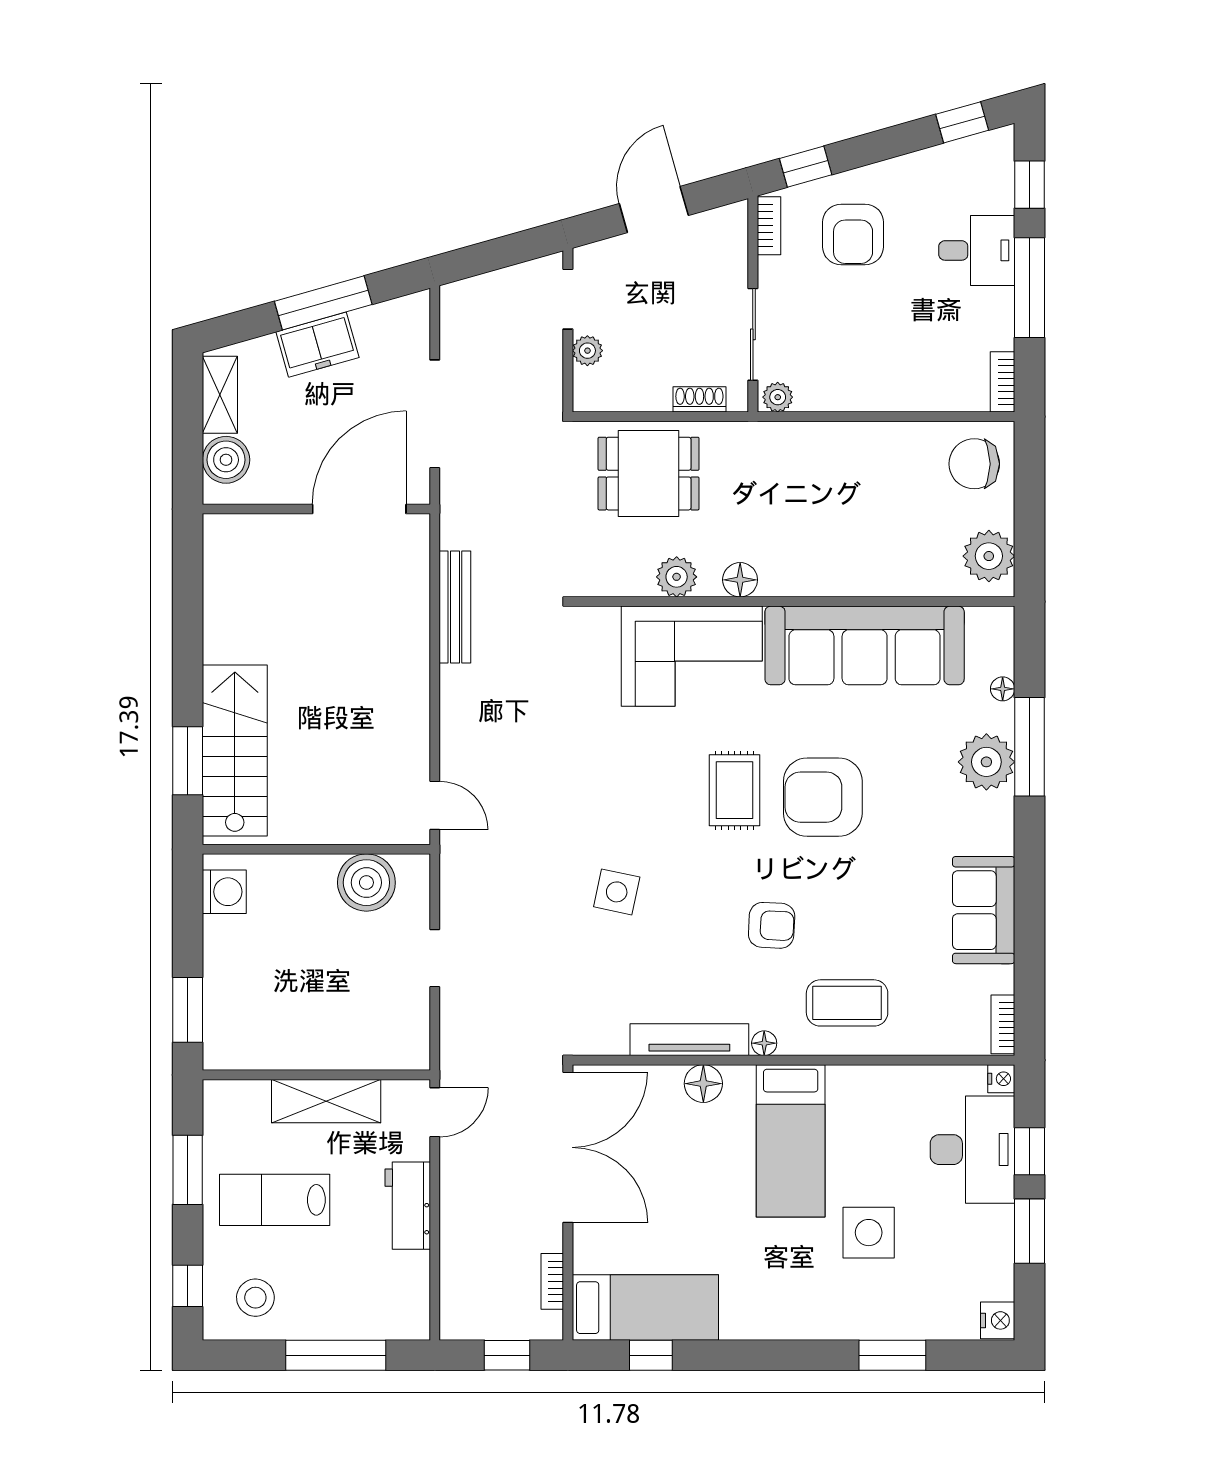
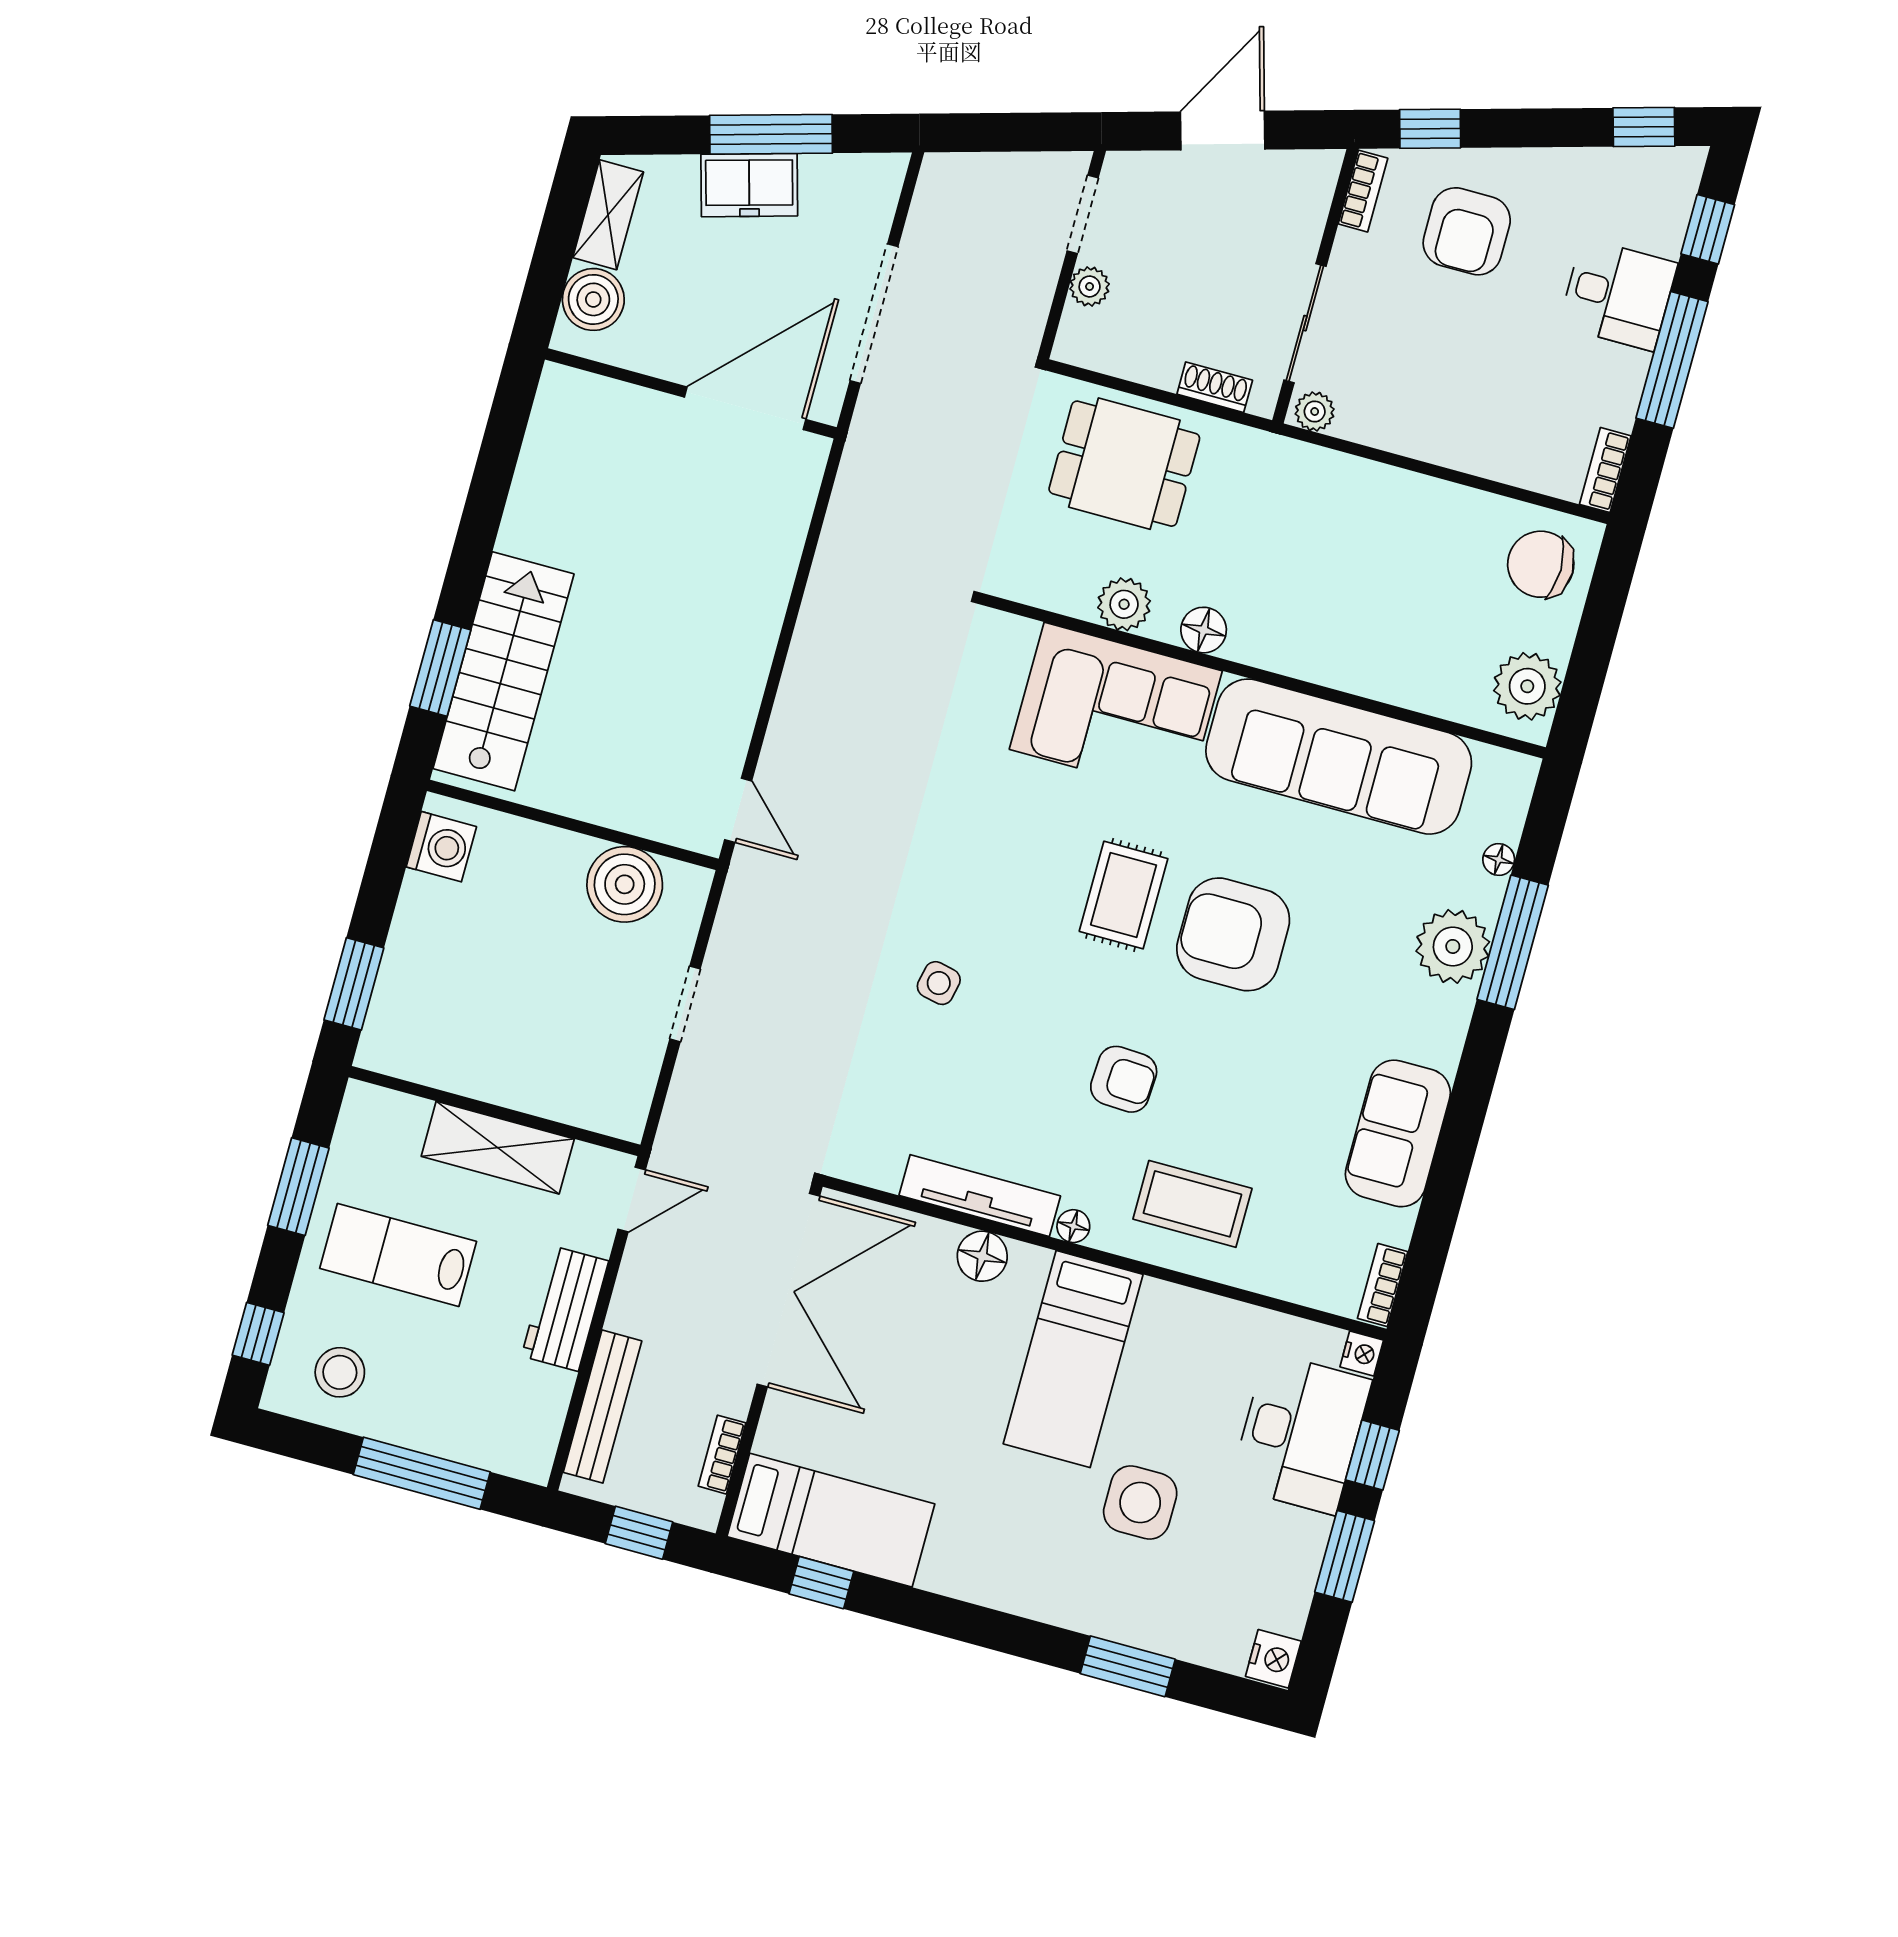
bench: (455, 607) -> (602, 1407), moved
side table: (617, 892) -> (939, 983), width x0.73, depth x0.73

